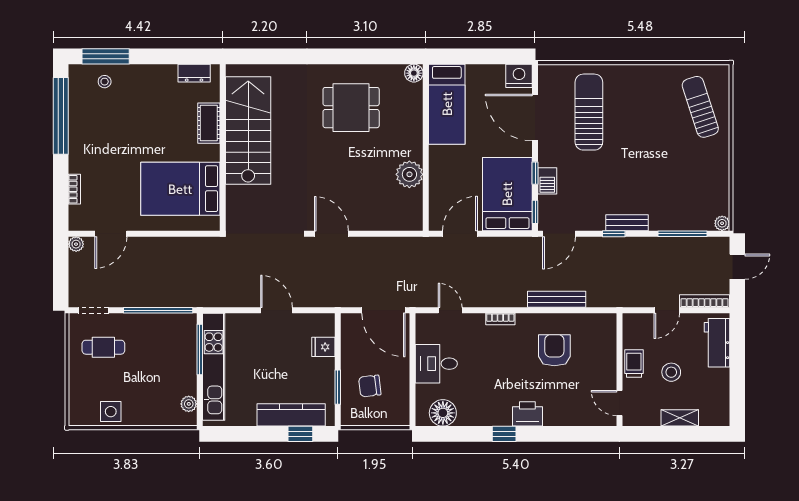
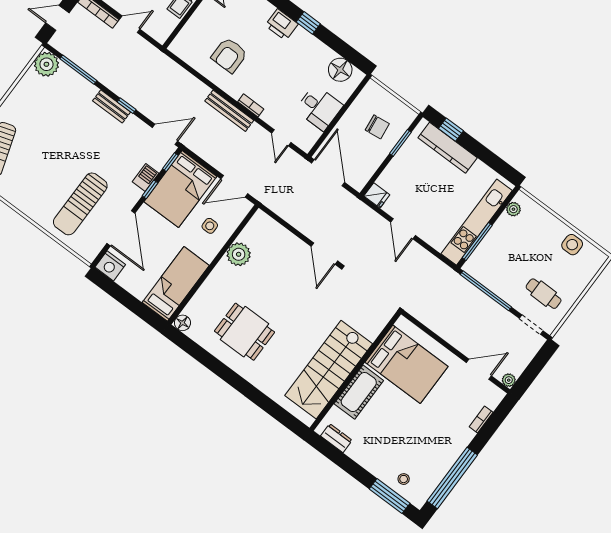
cot: (209, 123) -> (359, 392), width x1.37, depth x1.34
side table: (455, 181) -> (210, 226), added
plant: (722, 223) -> (46, 64), width x1.88, depth x1.88
bench: (557, 299) -> (229, 111), moved
fridge: (323, 347) -> (377, 195), moved

